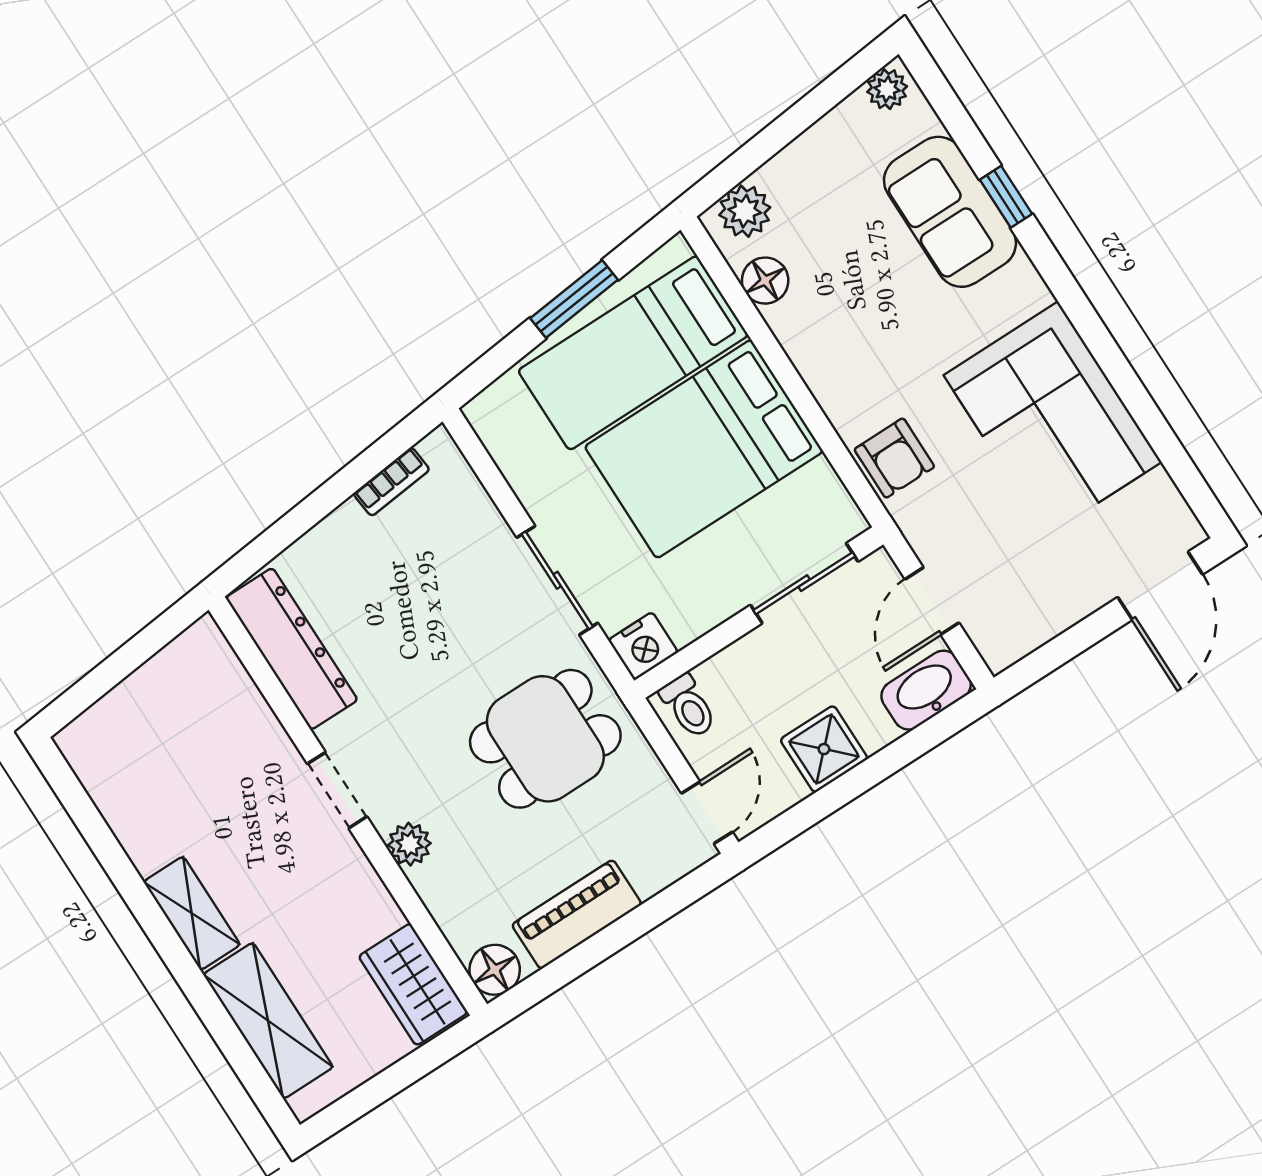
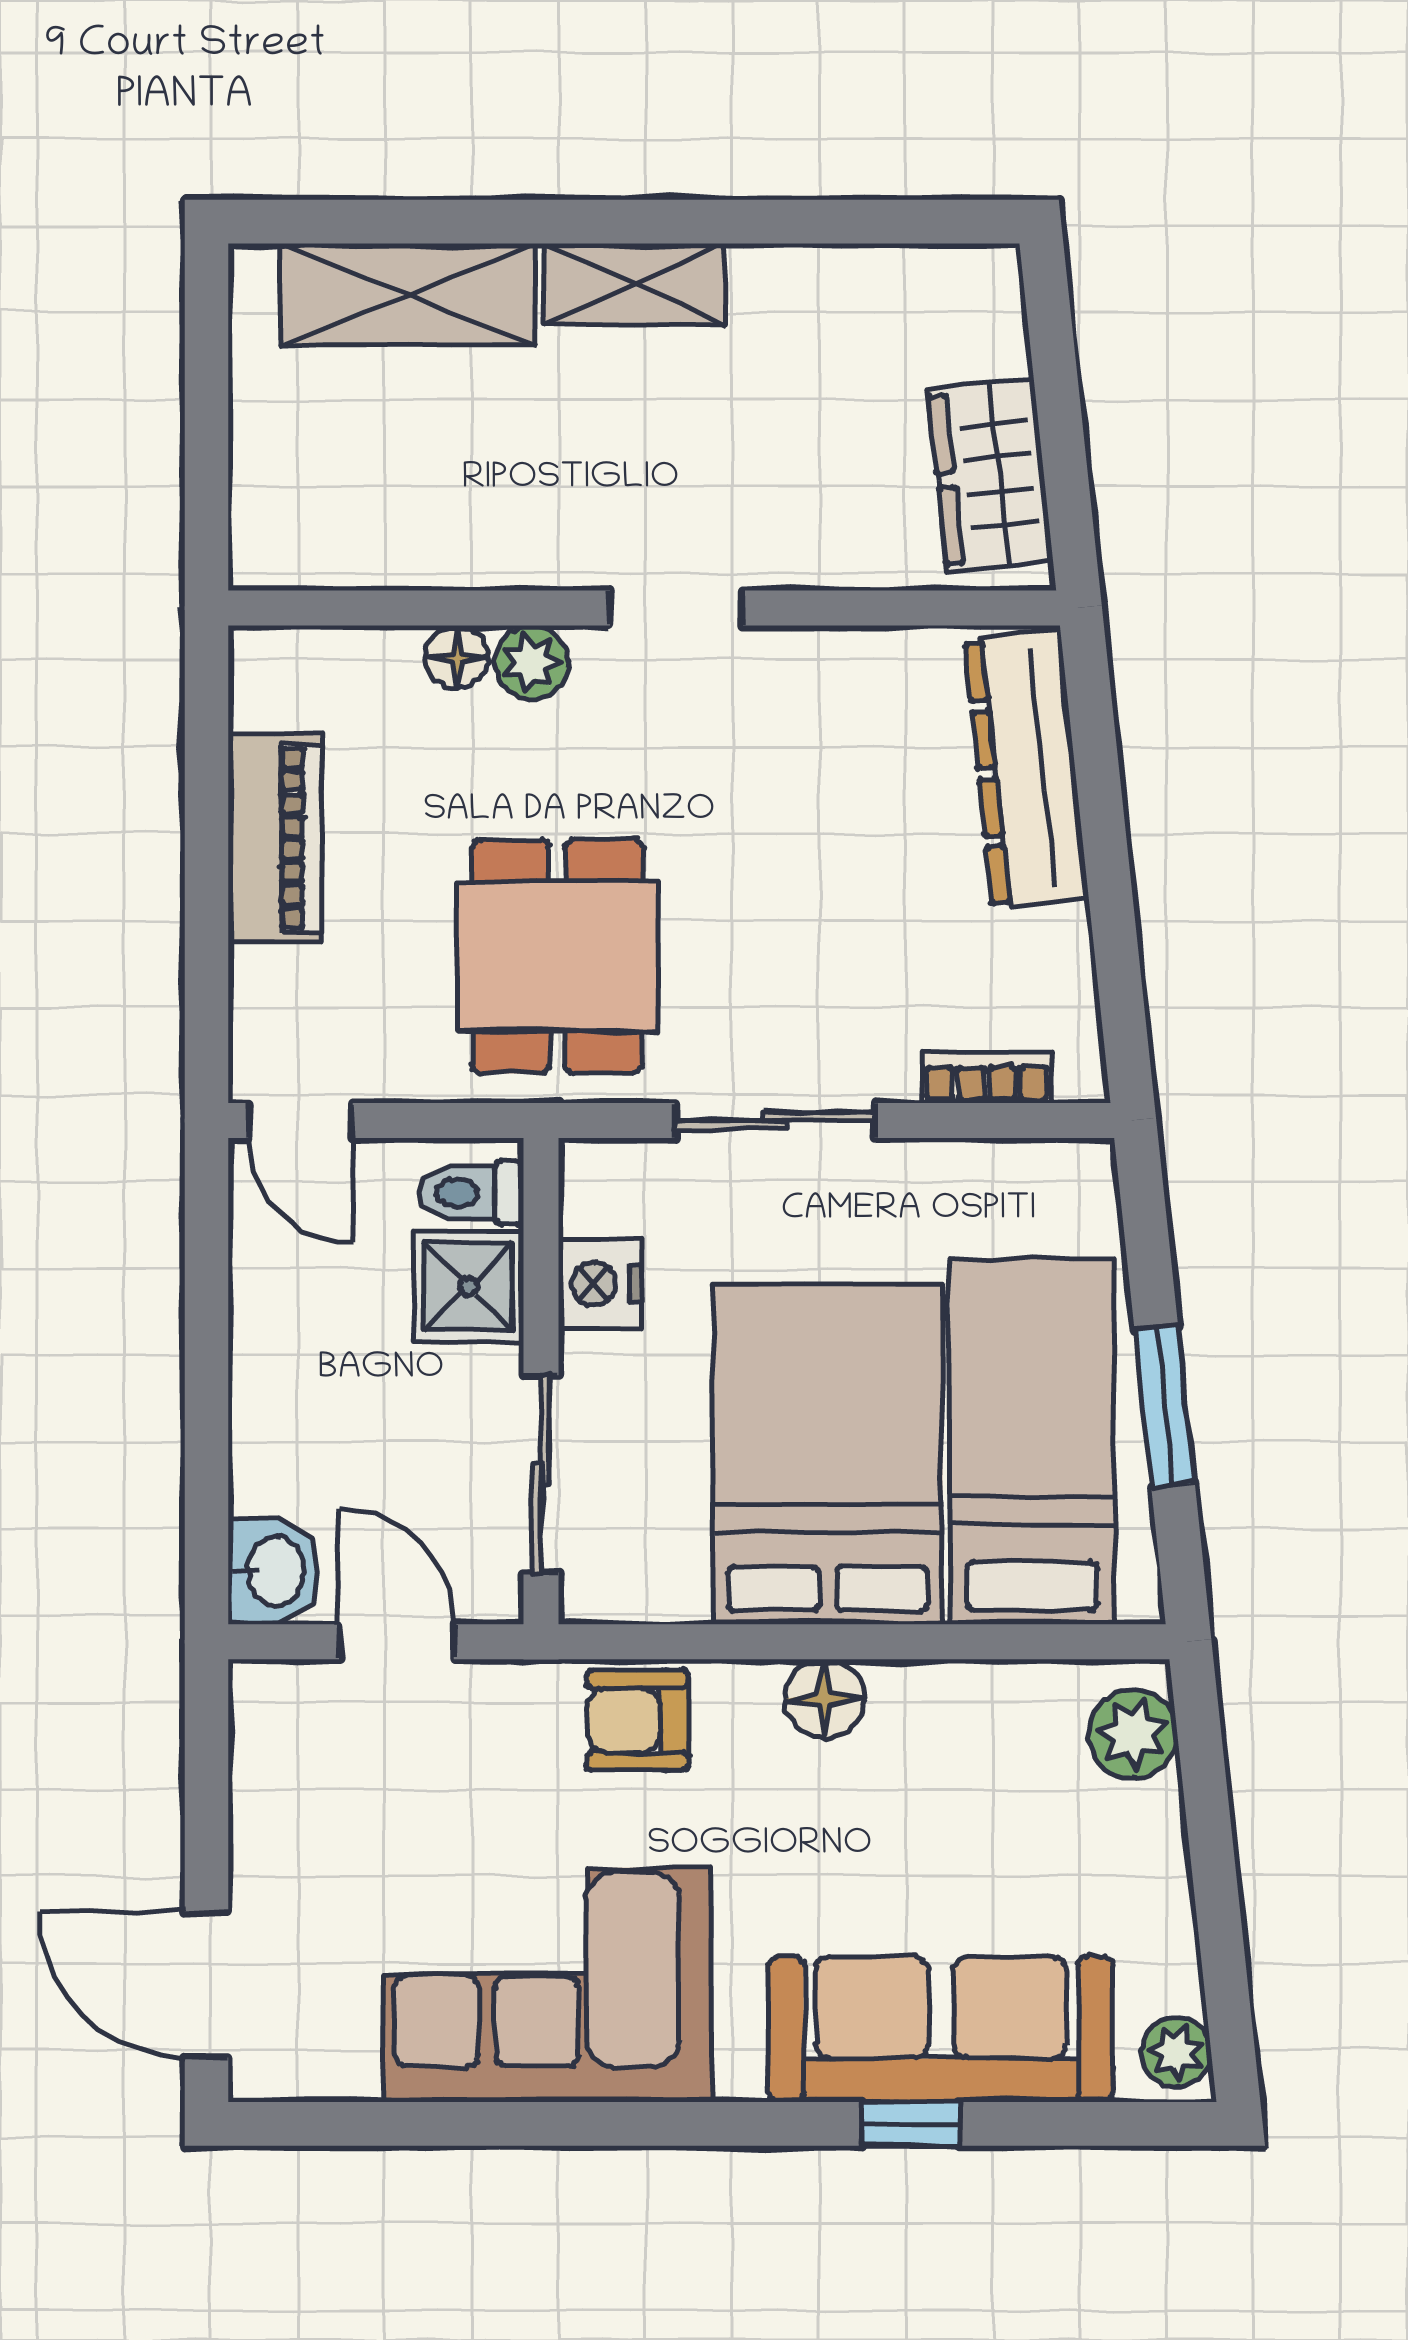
sofa: (950, 212) -> (941, 2029), width x1.36
floor lamp: (765, 281) -> (824, 1699), moved
bookcase: (391, 482) -> (987, 1077), moved, turned 96
nightstand: (643, 646) -> (600, 1284), moved
dresser: (292, 649) -> (1027, 769), moved, turned 84
washbasin: (926, 690) -> (273, 1571), width x0.72
shower: (824, 749) -> (468, 1287), moved
floor lamp: (495, 970) -> (456, 657), moved, width x0.73, depth x0.73
wardrobe: (413, 984) -> (990, 475), moved, turned -96

